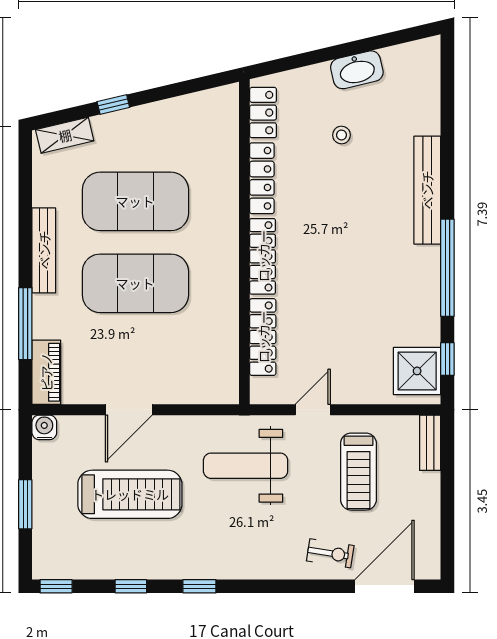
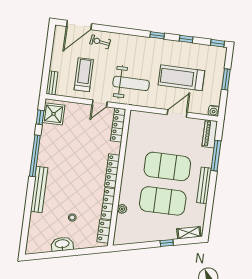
plant: (228, 170) -> (122, 209), added
locker: (263, 337) -> (118, 125), moved

